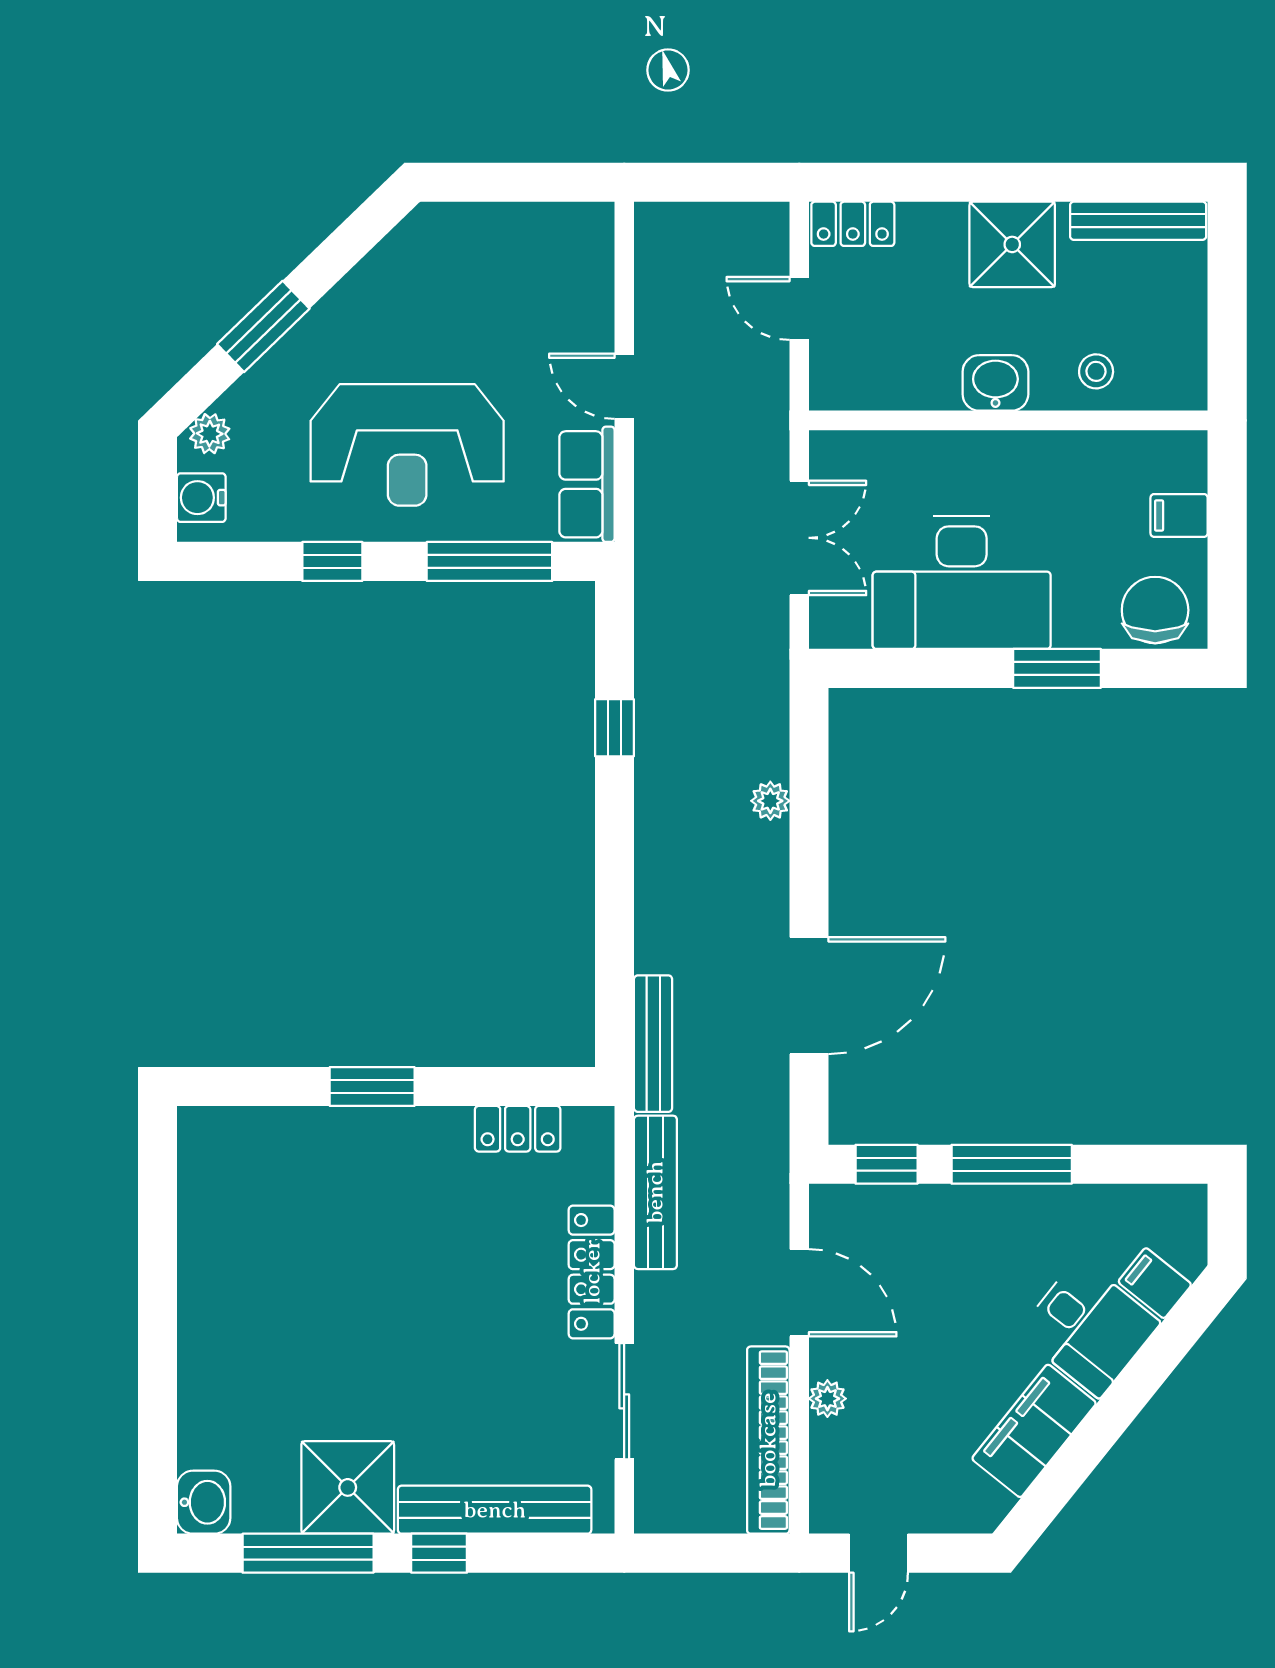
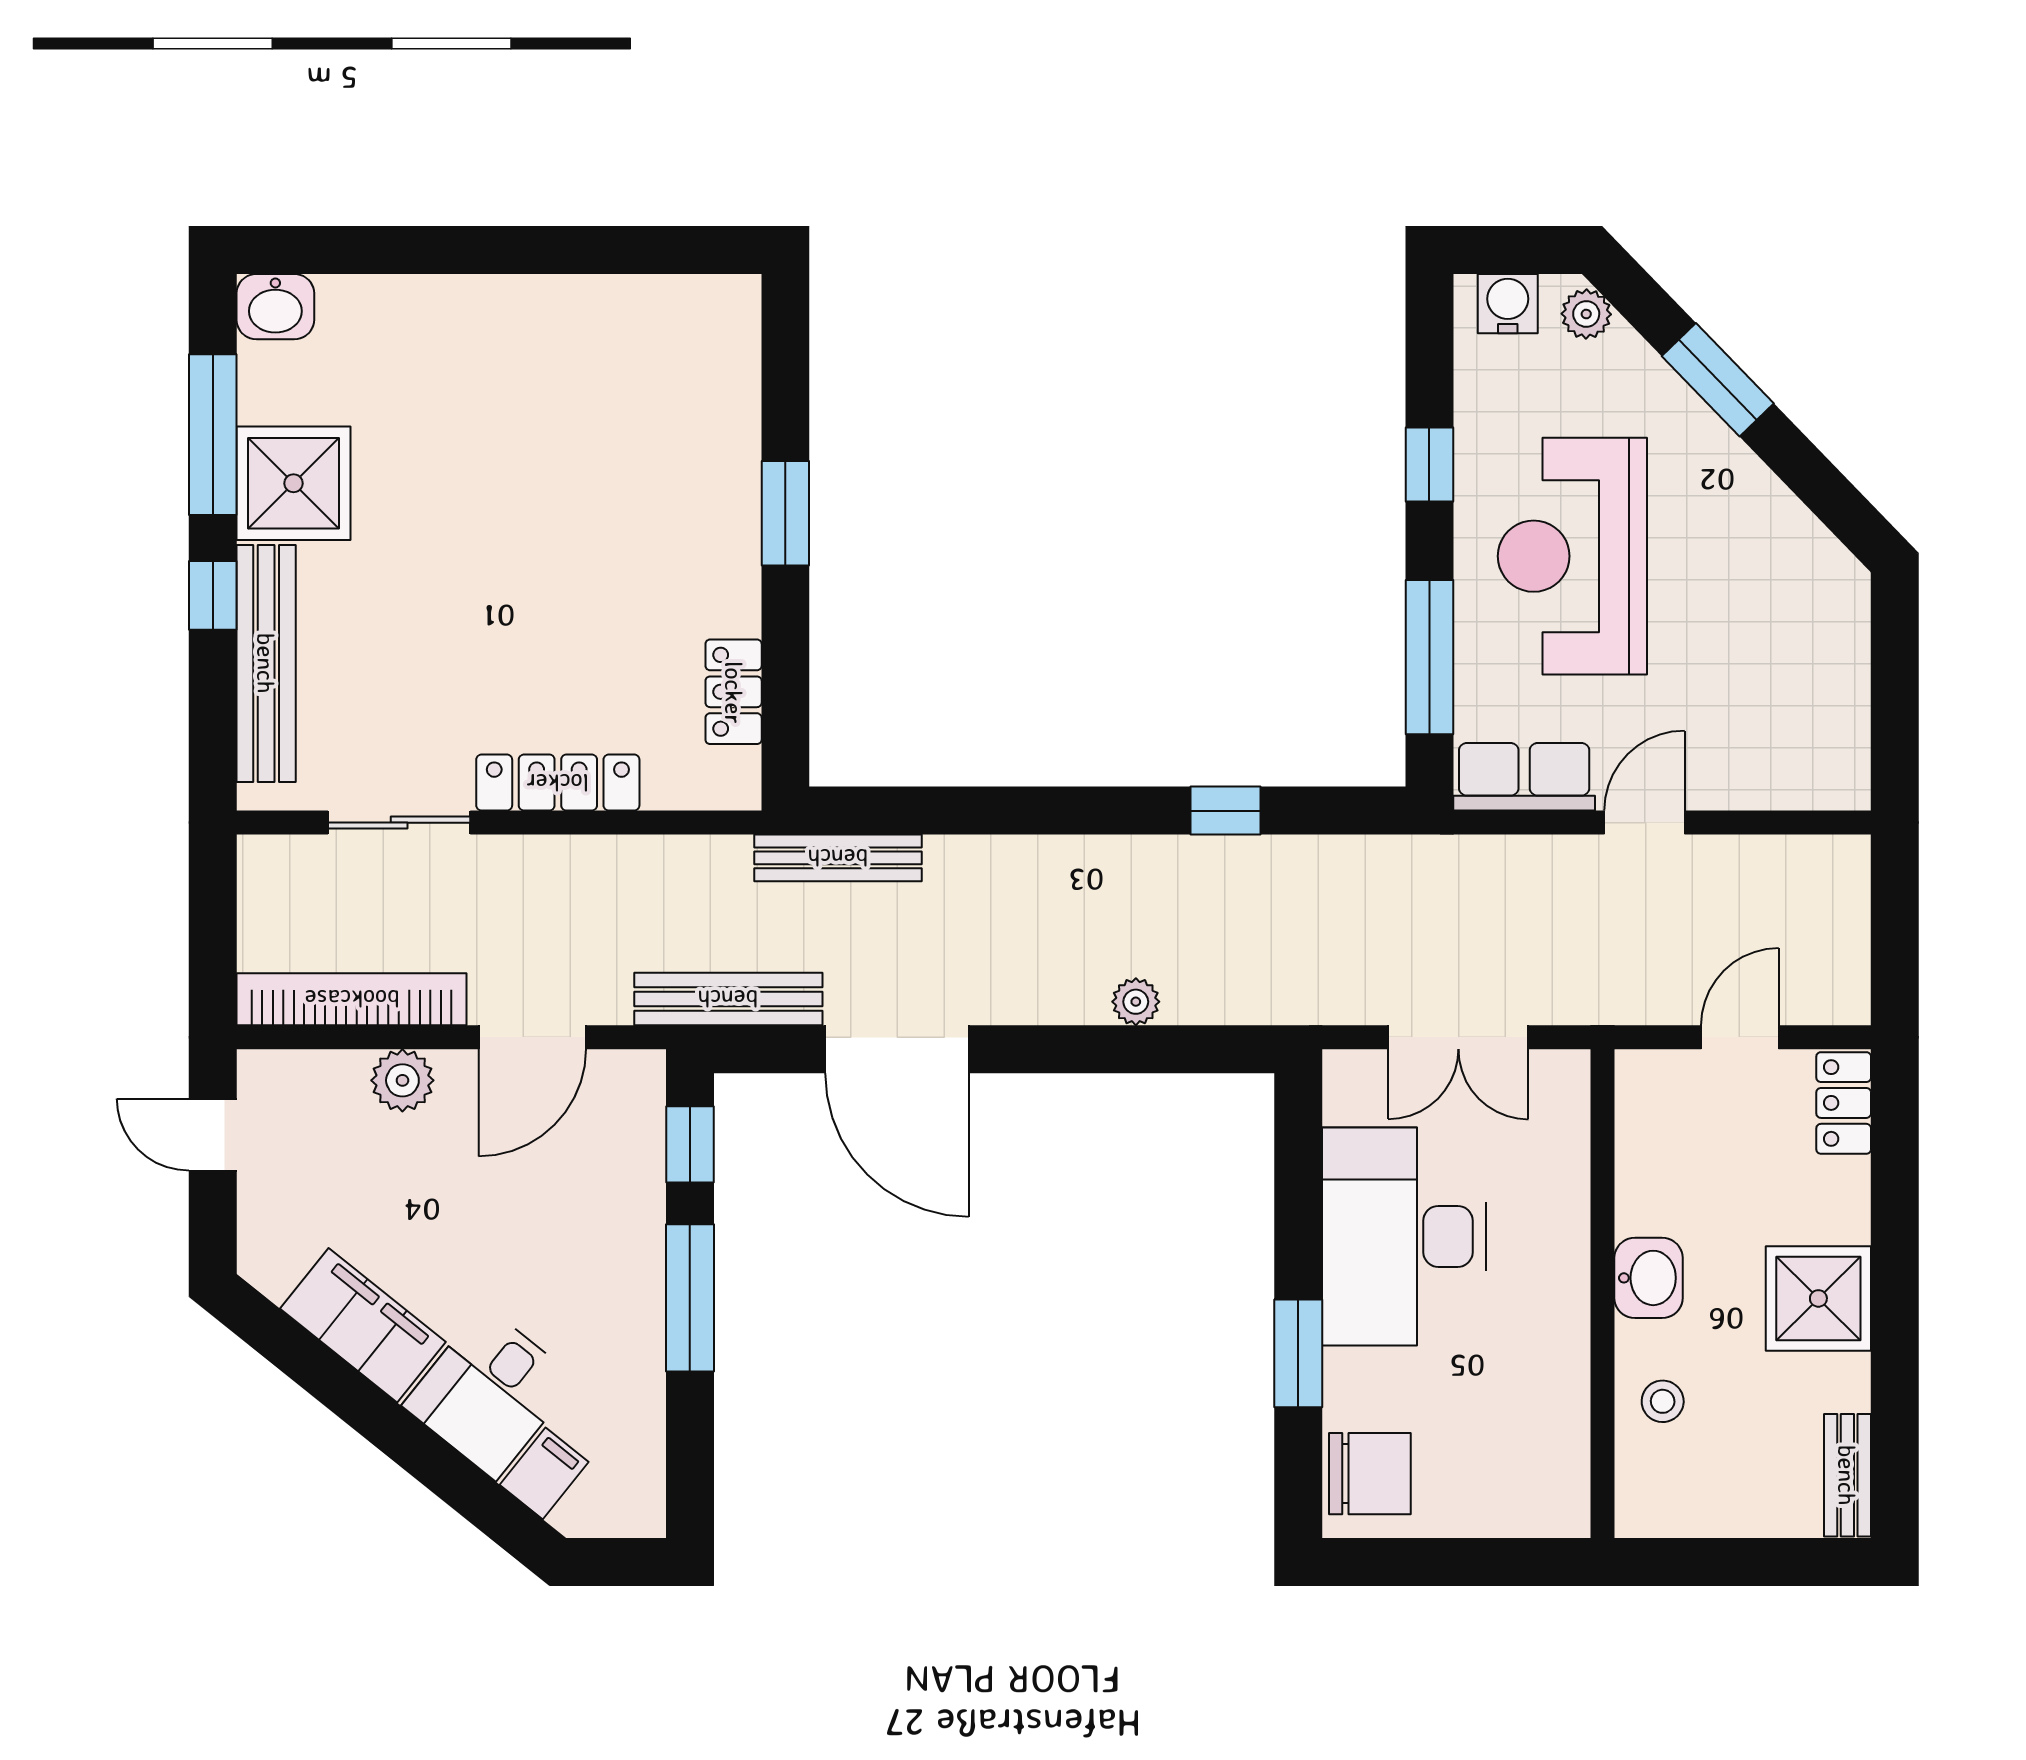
bench: (1138, 221) -> (1847, 1475), width x0.73
filing cabinet: (1179, 515) -> (1486, 1503), removed
bench: (655, 1192) -> (728, 999), moved
plant: (827, 1399) -> (402, 1080), width x1.38, depth x1.38

